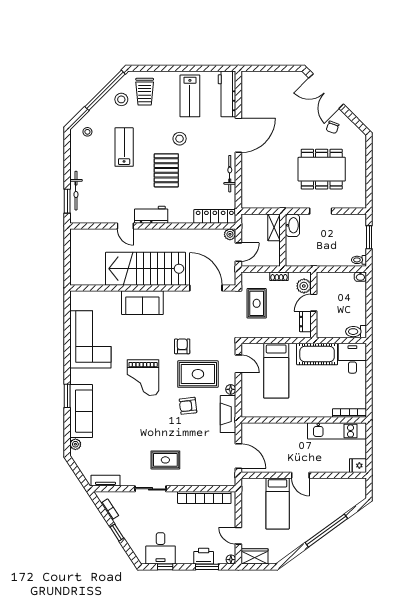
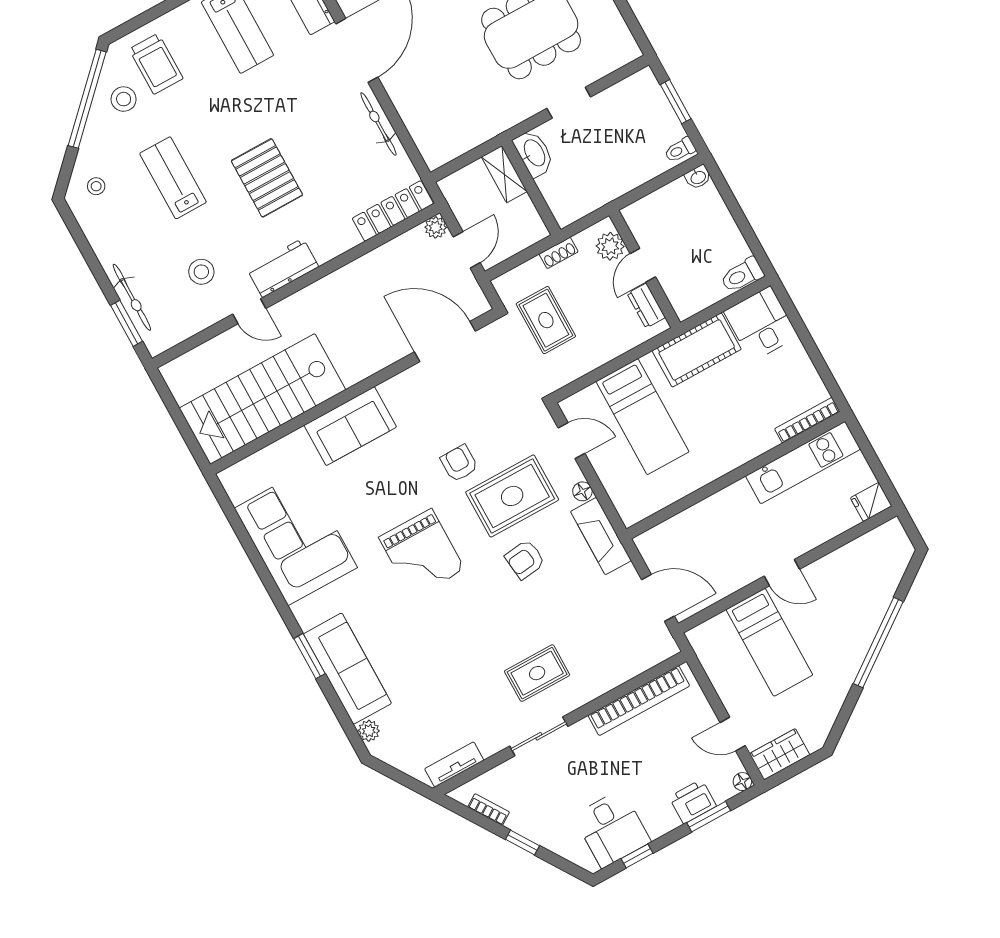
stool: (180, 139) -> (201, 272), moved
stairs: (146, 269) -> (262, 399), moved

